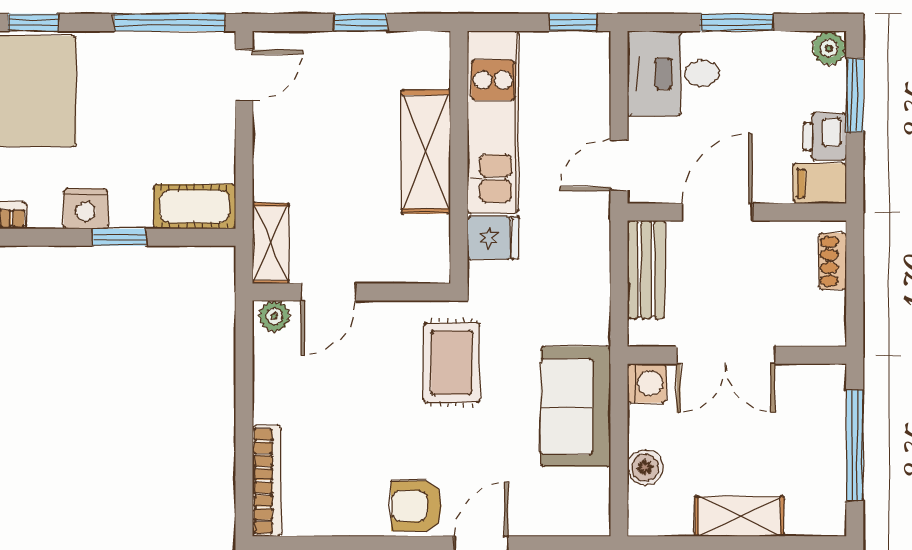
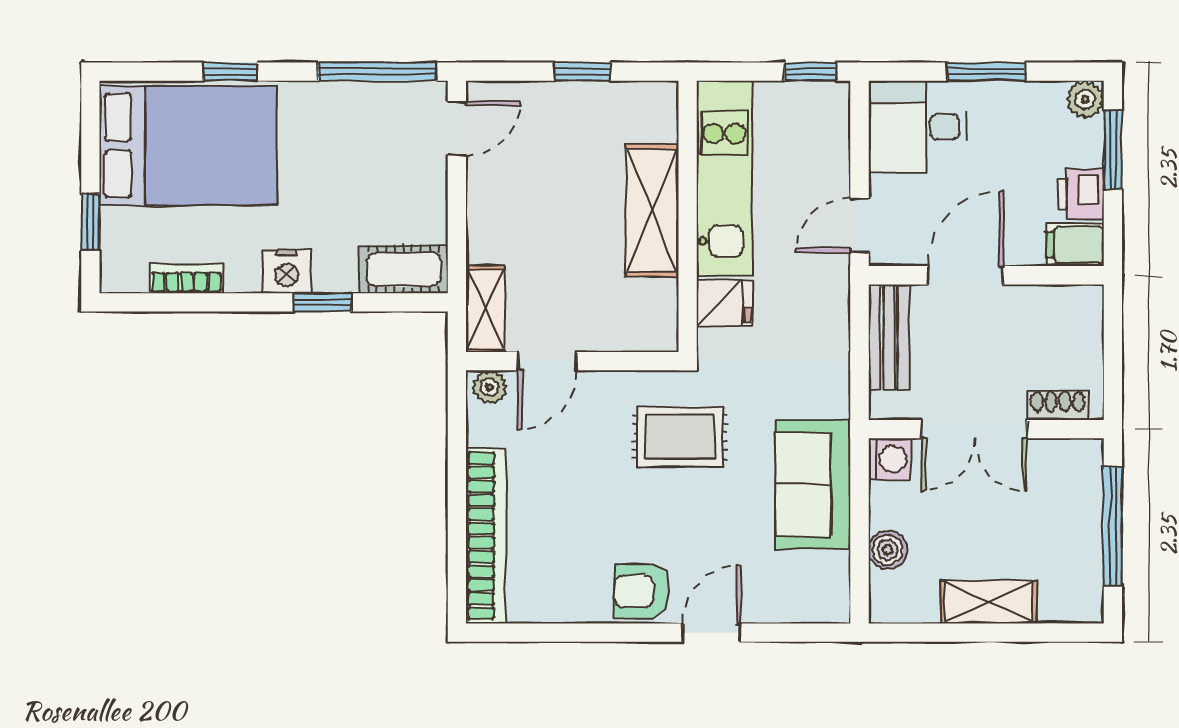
shoe rack: (833, 261) -> (1058, 405), moved, turned 90
rug: (452, 363) -> (680, 437), turned 90
bookcase: (267, 481) -> (486, 536), width x1.48, depth x1.31

